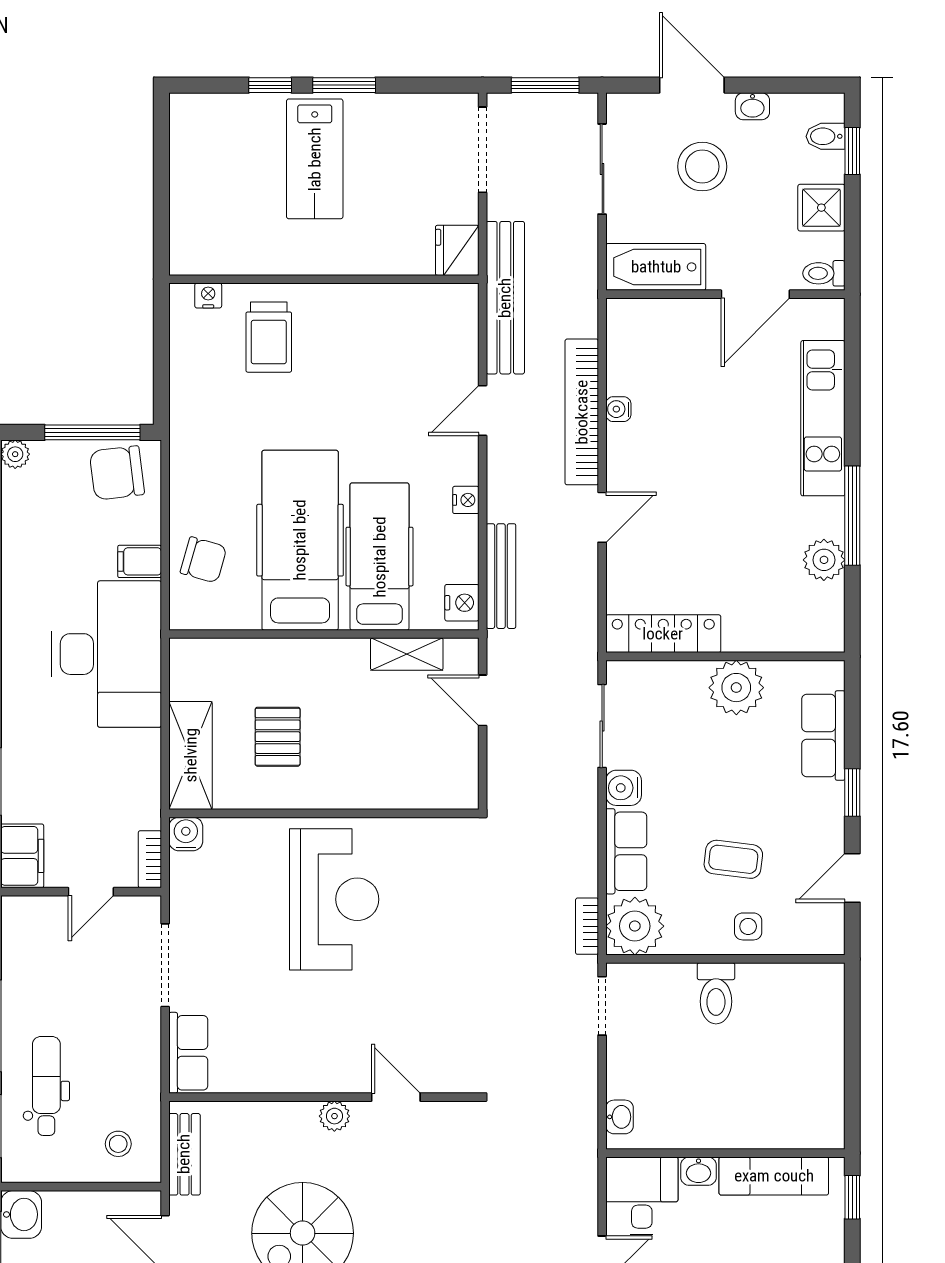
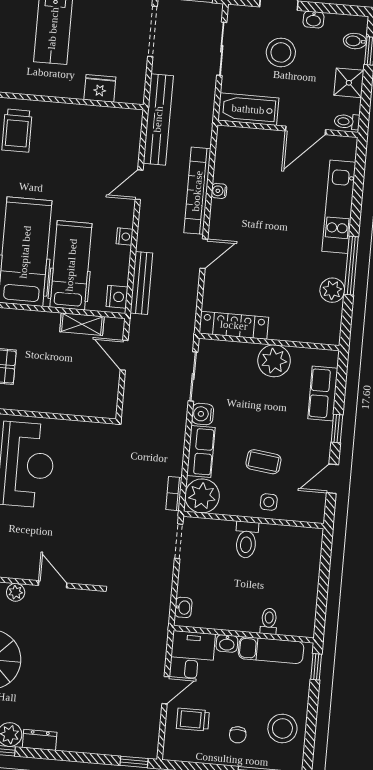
fridge: (457, 250) -> (100, 88), moved, turned 90
toilet: (766, 1127) -> (269, 621), added

